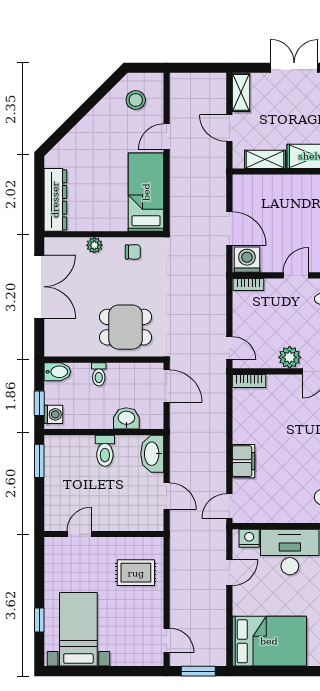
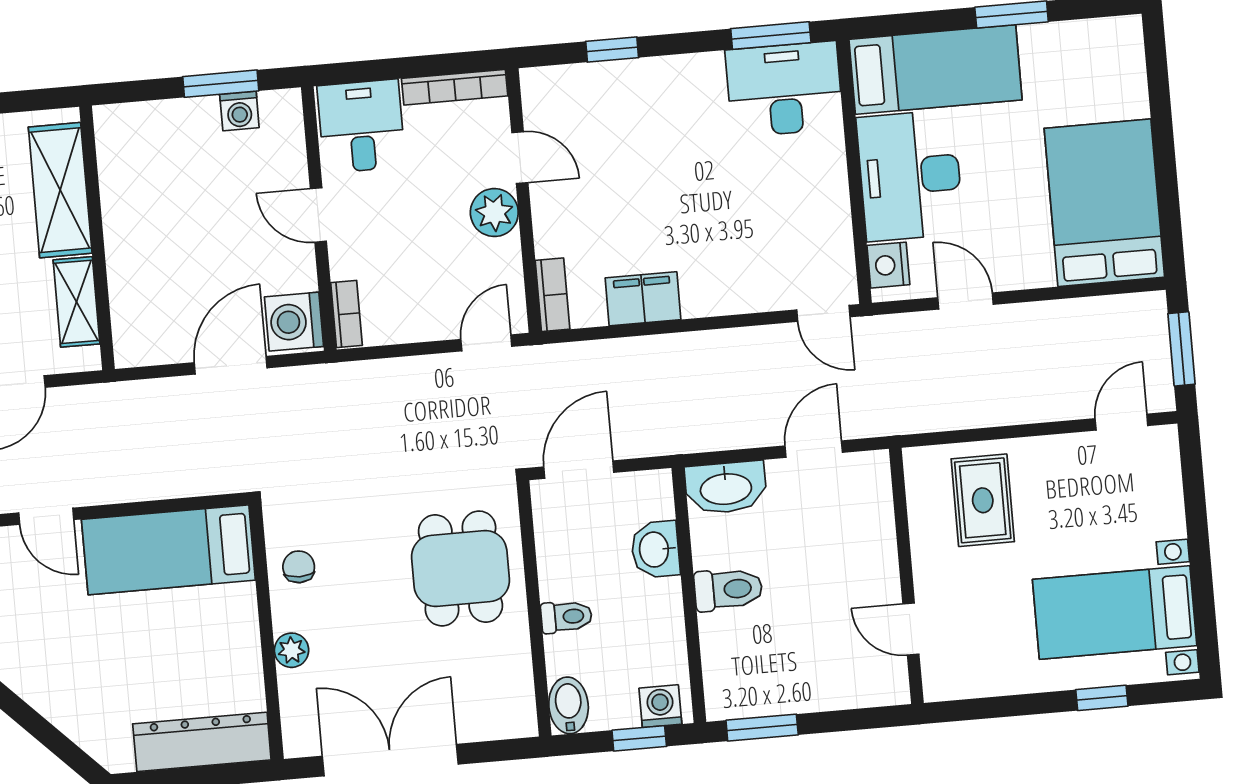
filing cabinet: (243, 461) -> (643, 299), moved

